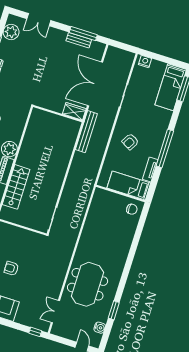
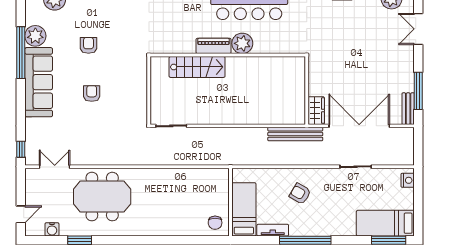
bench: (79, 40) -> (408, 109), moved

